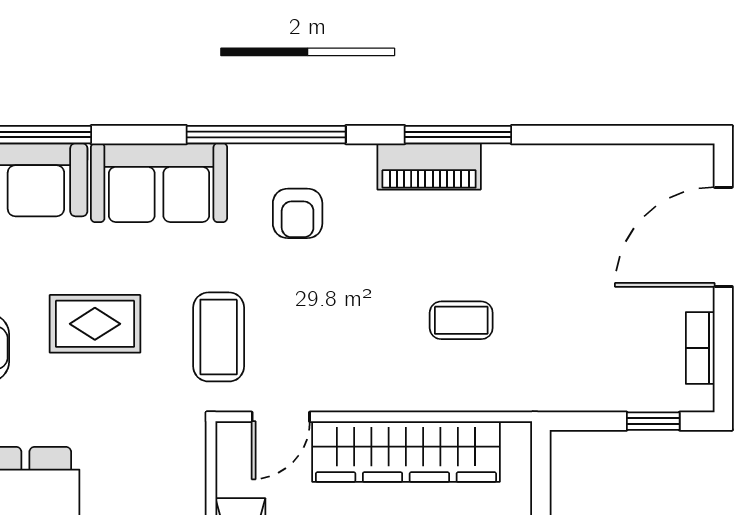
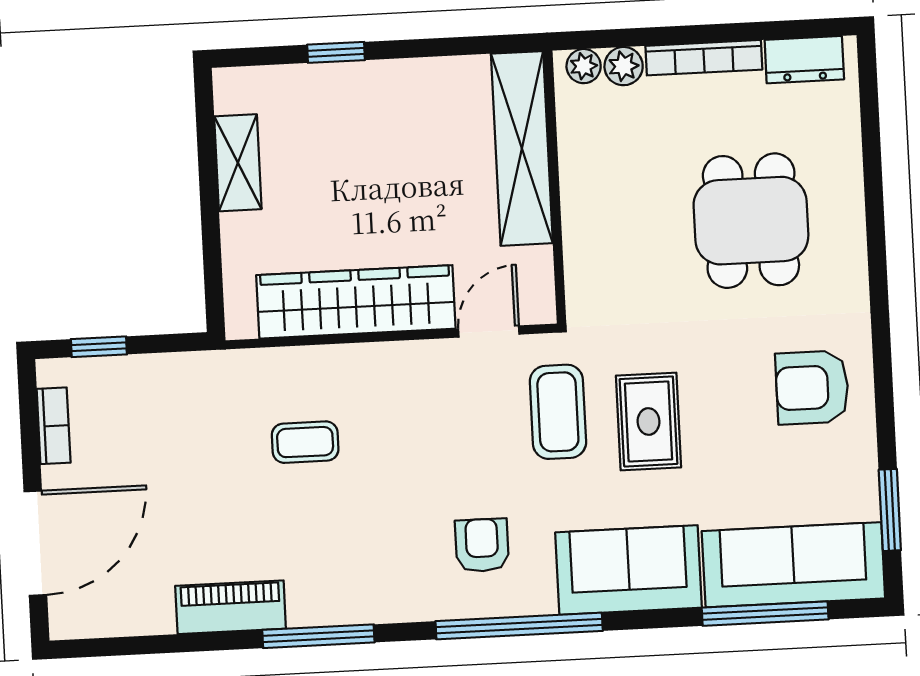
piano: (429, 166) -> (231, 607), moved
rug: (95, 324) -> (648, 422), moved, turned 90

